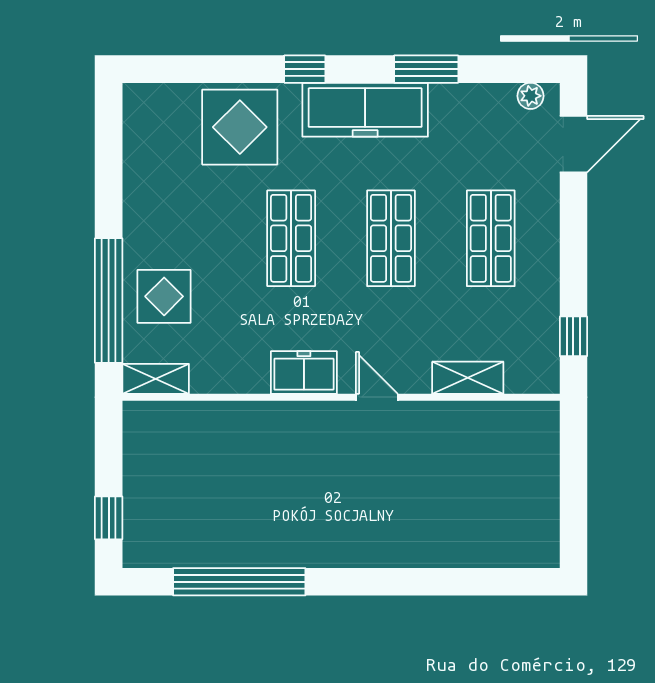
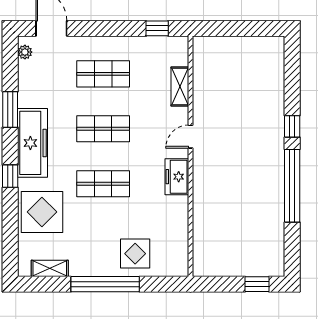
window: (109, 301) -> (105, 284), moved
shelving: (156, 379) -> (50, 268), moved, turned 90
window: (239, 582) -> (292, 186), moved
window: (395, 582) -> (292, 126), added

